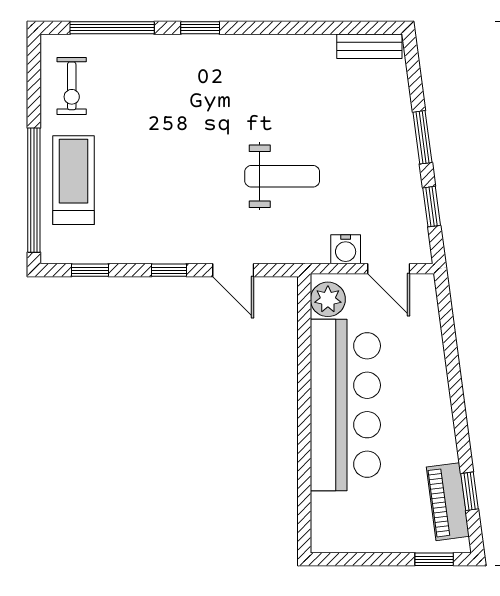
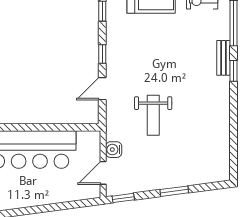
bench: (369, 46) -> (223, 58), moved
window: (432, 207) -> (123, 198), moved
plant: (328, 299) -> (87, 140), removed

